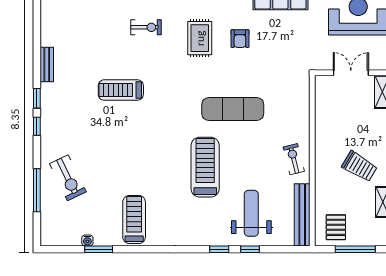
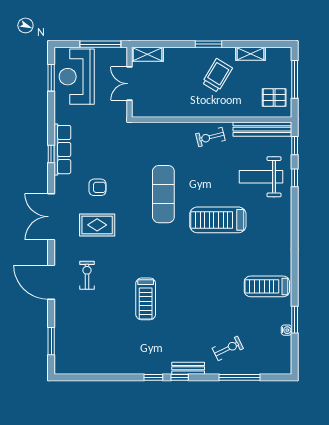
bench: (47, 65) -> (188, 368), moved
exercise bike: (68, 178) -> (228, 348), width x0.73, depth x0.72
window: (219, 249) -> (295, 146), moved

